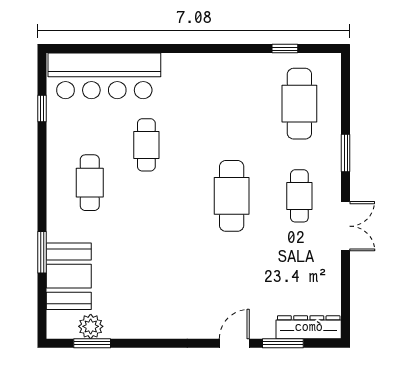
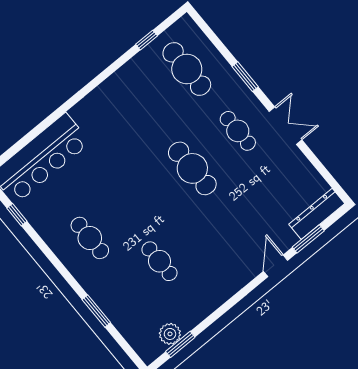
cafe table: (146, 145) -> (160, 261), moved
booth: (69, 276) -> (128, 312), removed

